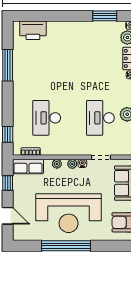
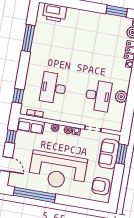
desk: (100, 118) -> (98, 96), turned 180
window: (66, 246) -> (35, 195), moved

